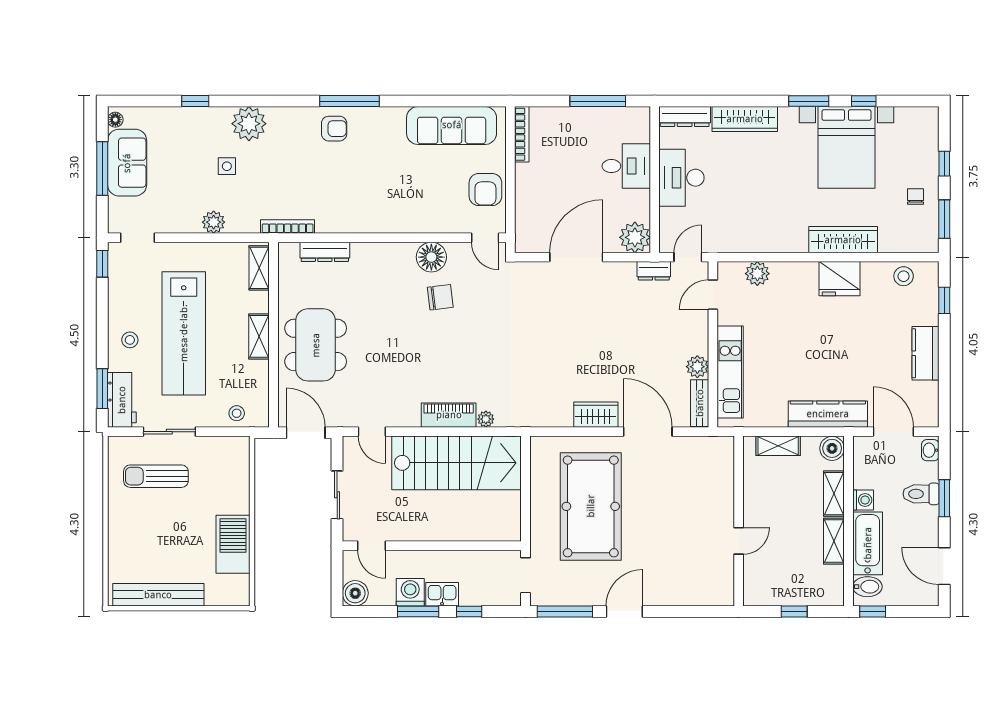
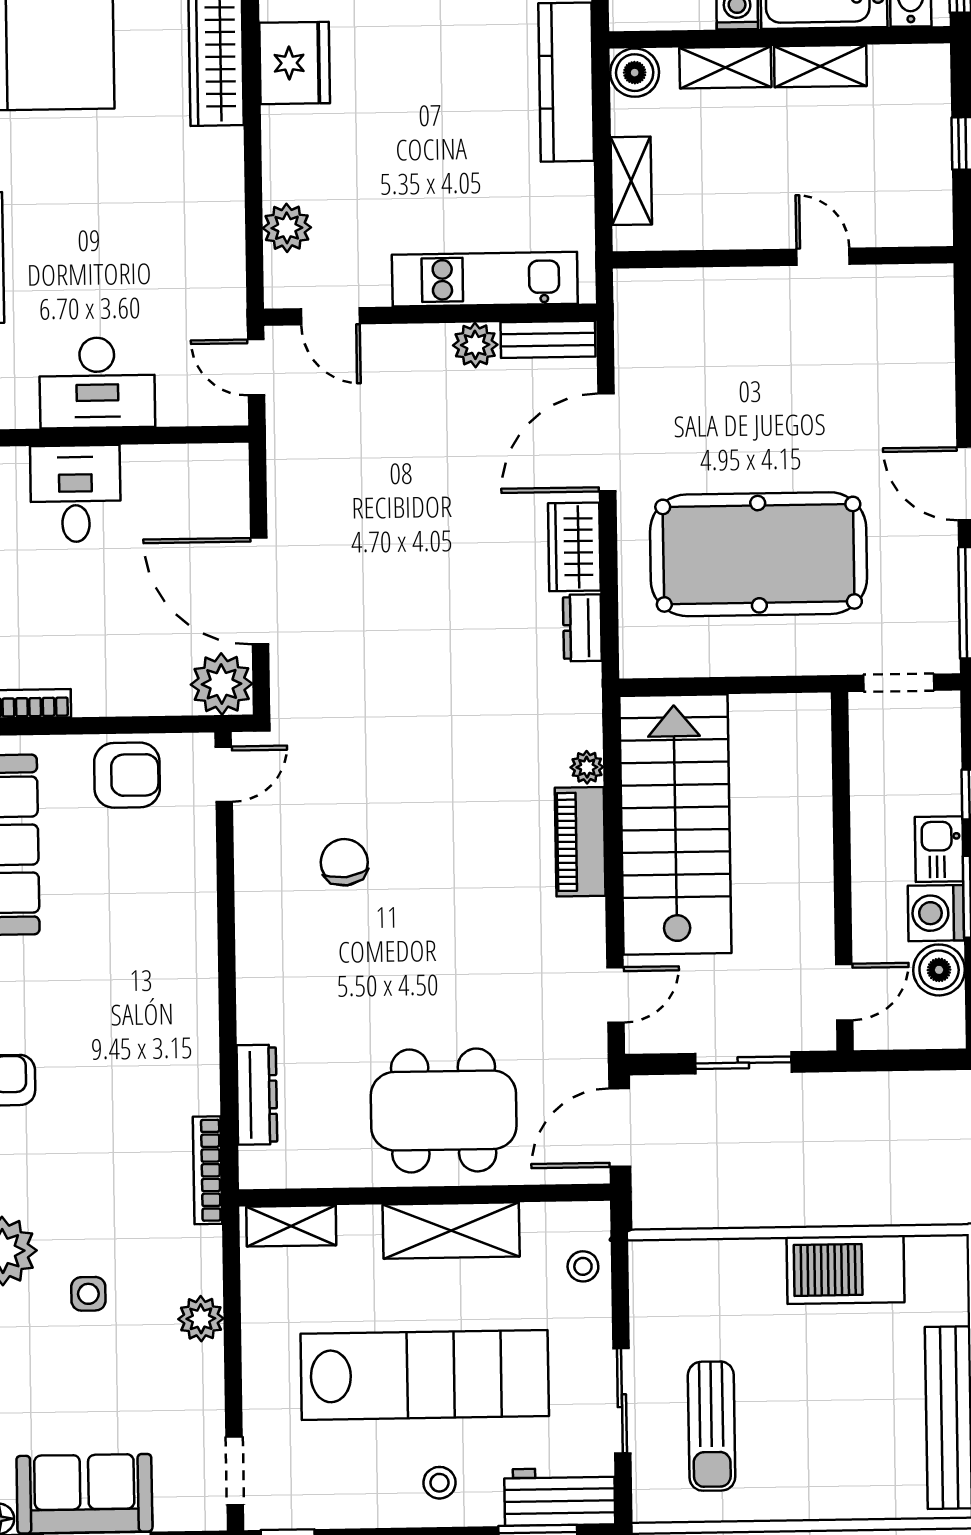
plant: (635, 237) -> (222, 684), moved
floor lamp: (431, 257) -> (264, 881), removed
dresser: (654, 271) -> (582, 628), moved, turned 180
shelving: (259, 336) -> (451, 1231), width x1.50, depth x1.33
boiler: (355, 593) -> (939, 970), moved

